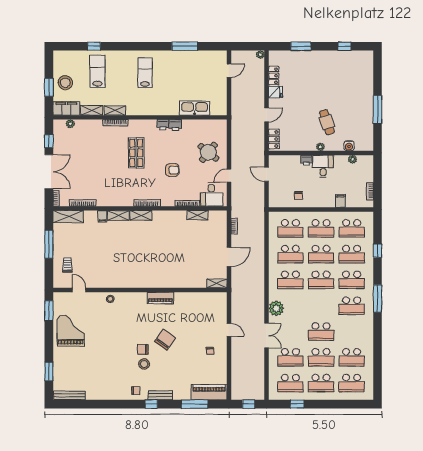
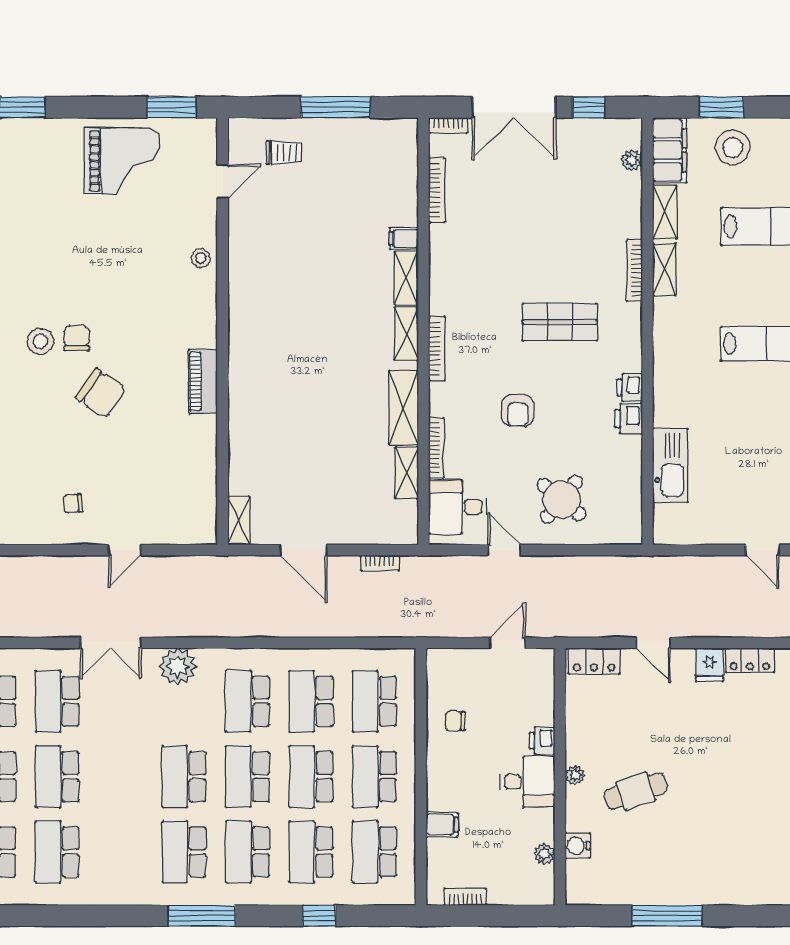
shelving: (68, 217) -> (403, 408), moved
school desk: (321, 332) -> (184, 777), moved

